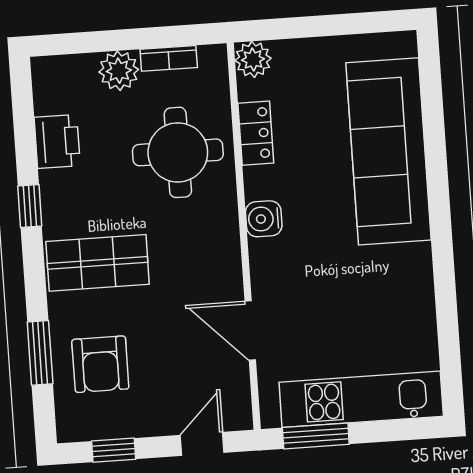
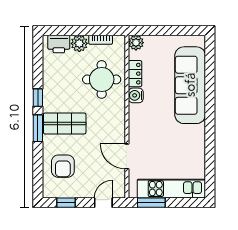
printer: (57, 141) -> (59, 44), moved, turned 90
water cooler: (264, 219) -> (136, 95), moved
window: (40, 353) -> (38, 128), moved

